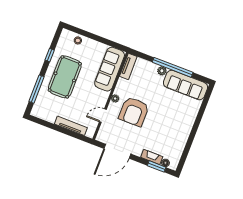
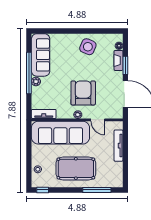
window: (50, 55) -> (43, 190), moved
sofa: (110, 69) -> (60, 133), width x1.36, depth x1.27
armchair: (134, 112) -> (83, 93), turned -90
side table: (176, 133) -> (88, 47), added
window: (157, 166) -> (125, 65), moved

